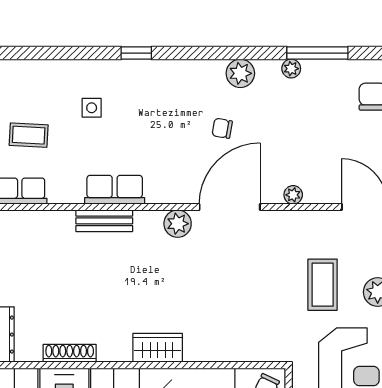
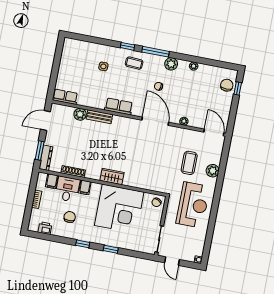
window: (317, 53) -> (156, 52), moved
coffee table: (29, 135) -> (134, 63), moved
row of seats: (115, 190) -> (119, 106), moved
door: (230, 207) -> (155, 121), hinge flipped
plant: (178, 224) -> (80, 114), moved

